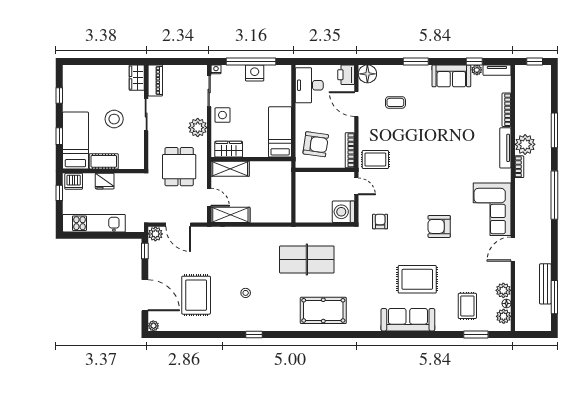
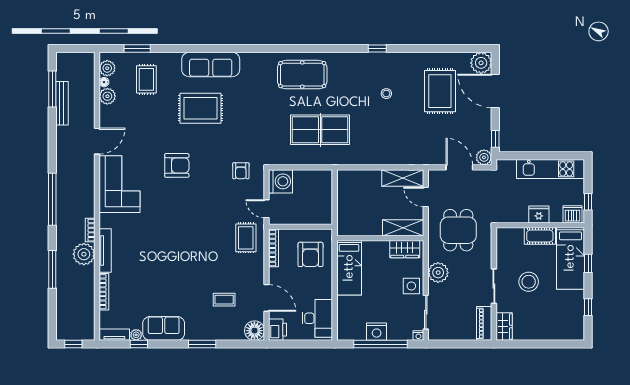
armchair: (316, 144) -> (310, 254), turned -98
rug: (375, 160) -> (246, 238), turned 90
plant: (153, 326) -> (481, 63), width x1.88, depth x1.88

